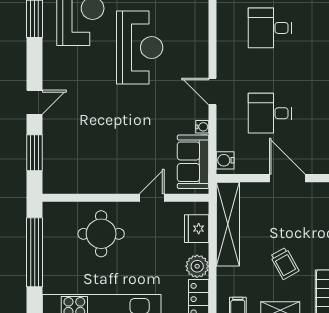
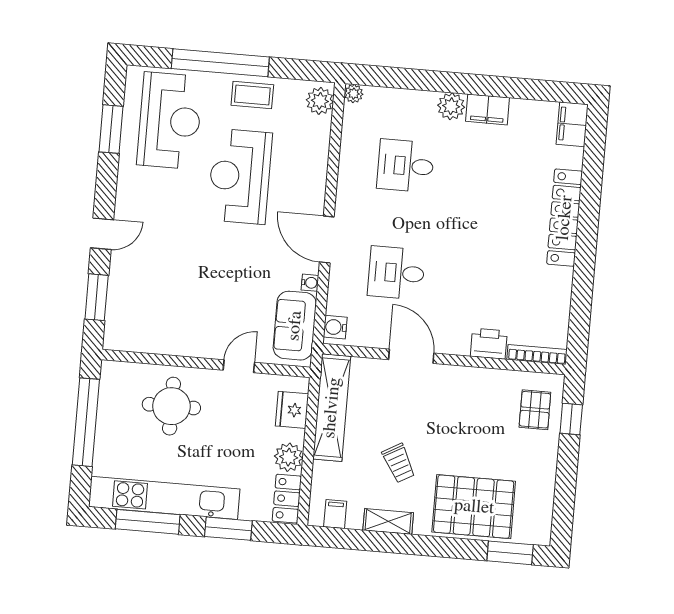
reception desk: (140, 48) -> (240, 176), turned 180
door: (213, 92) -> (327, 240), width x1.38

